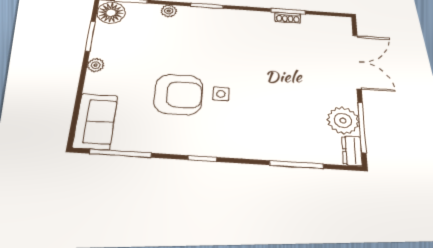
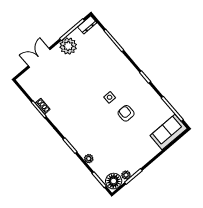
double door: (357, 62) -> (39, 58), width x0.73
plant: (96, 65) -> (126, 175), moved
armchair: (178, 94) -> (126, 113), width x0.53, depth x0.53
plant: (343, 120) -> (68, 46), moved

